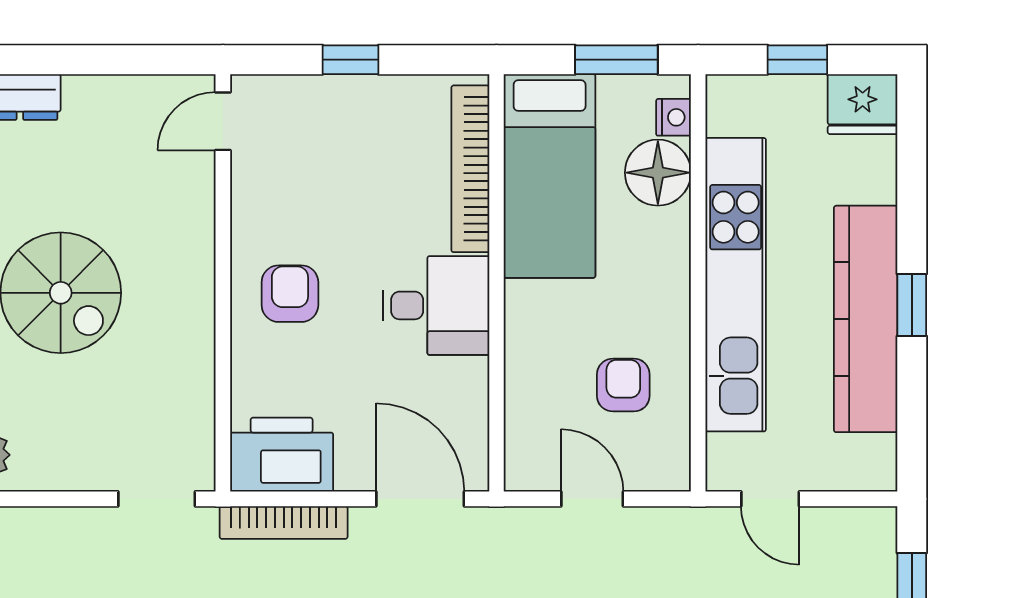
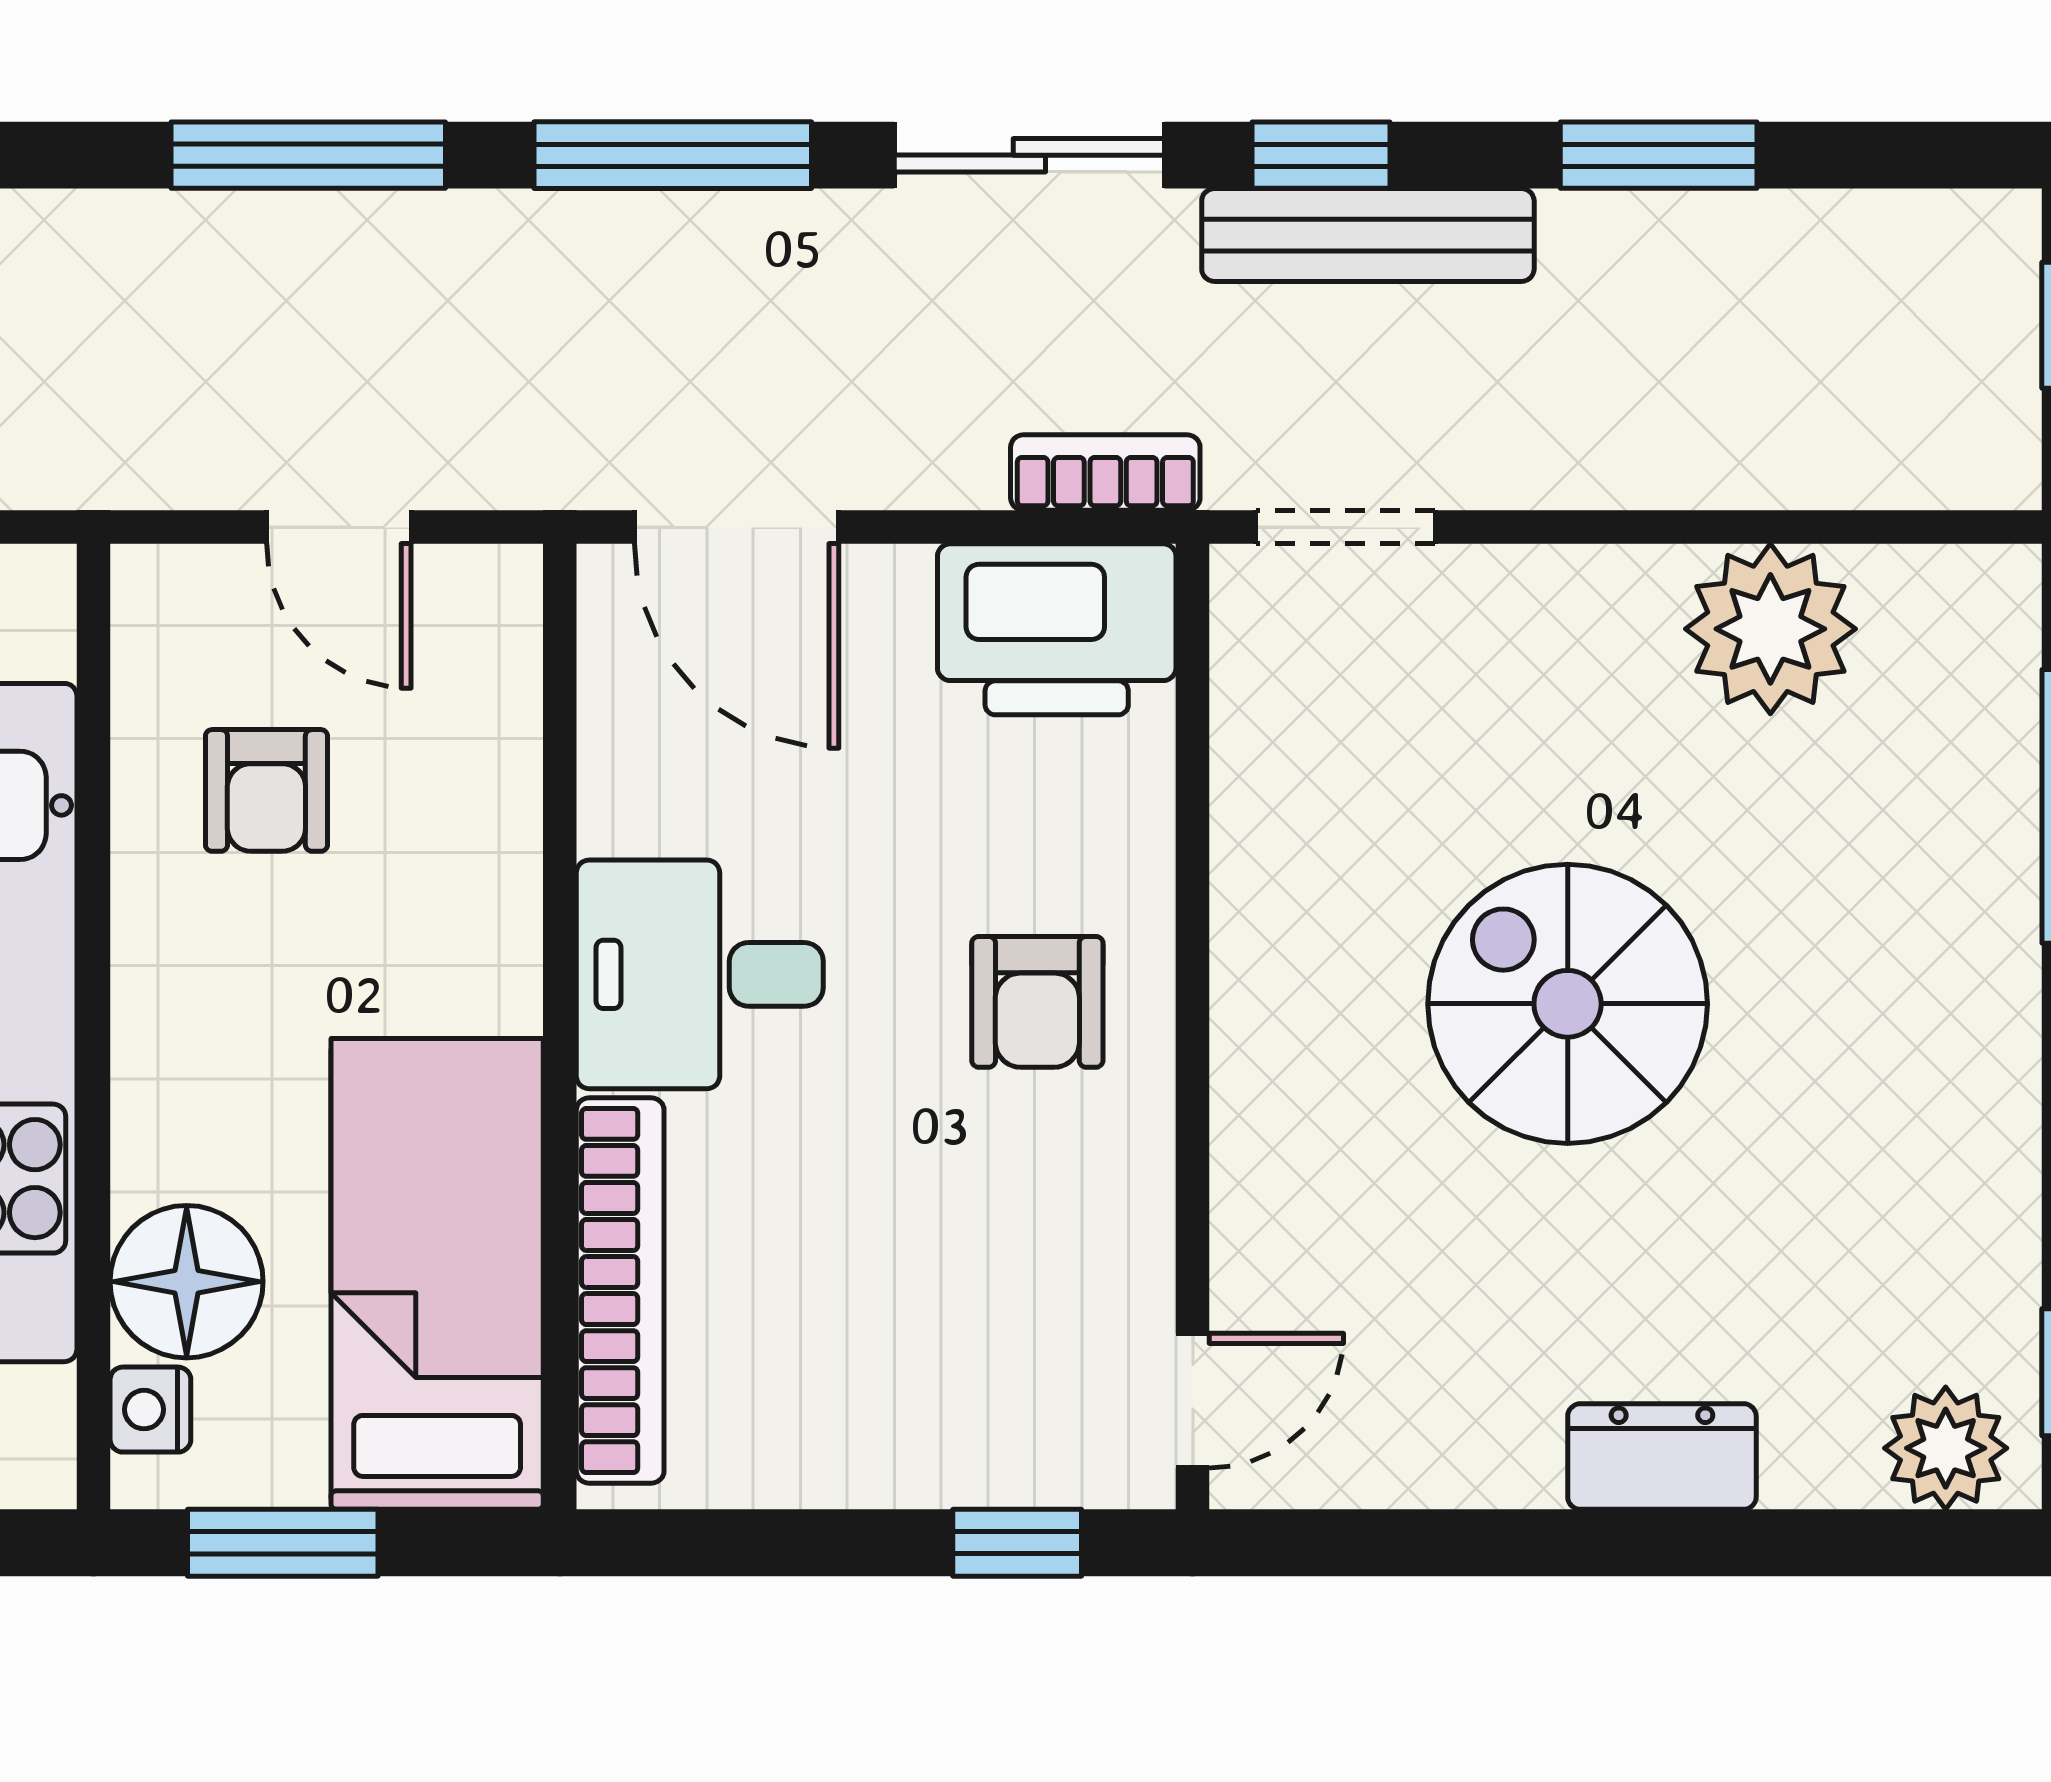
window: (350, 60) -> (1017, 1543), moved
bookcase: (284, 523) -> (1105, 473), width x0.64

